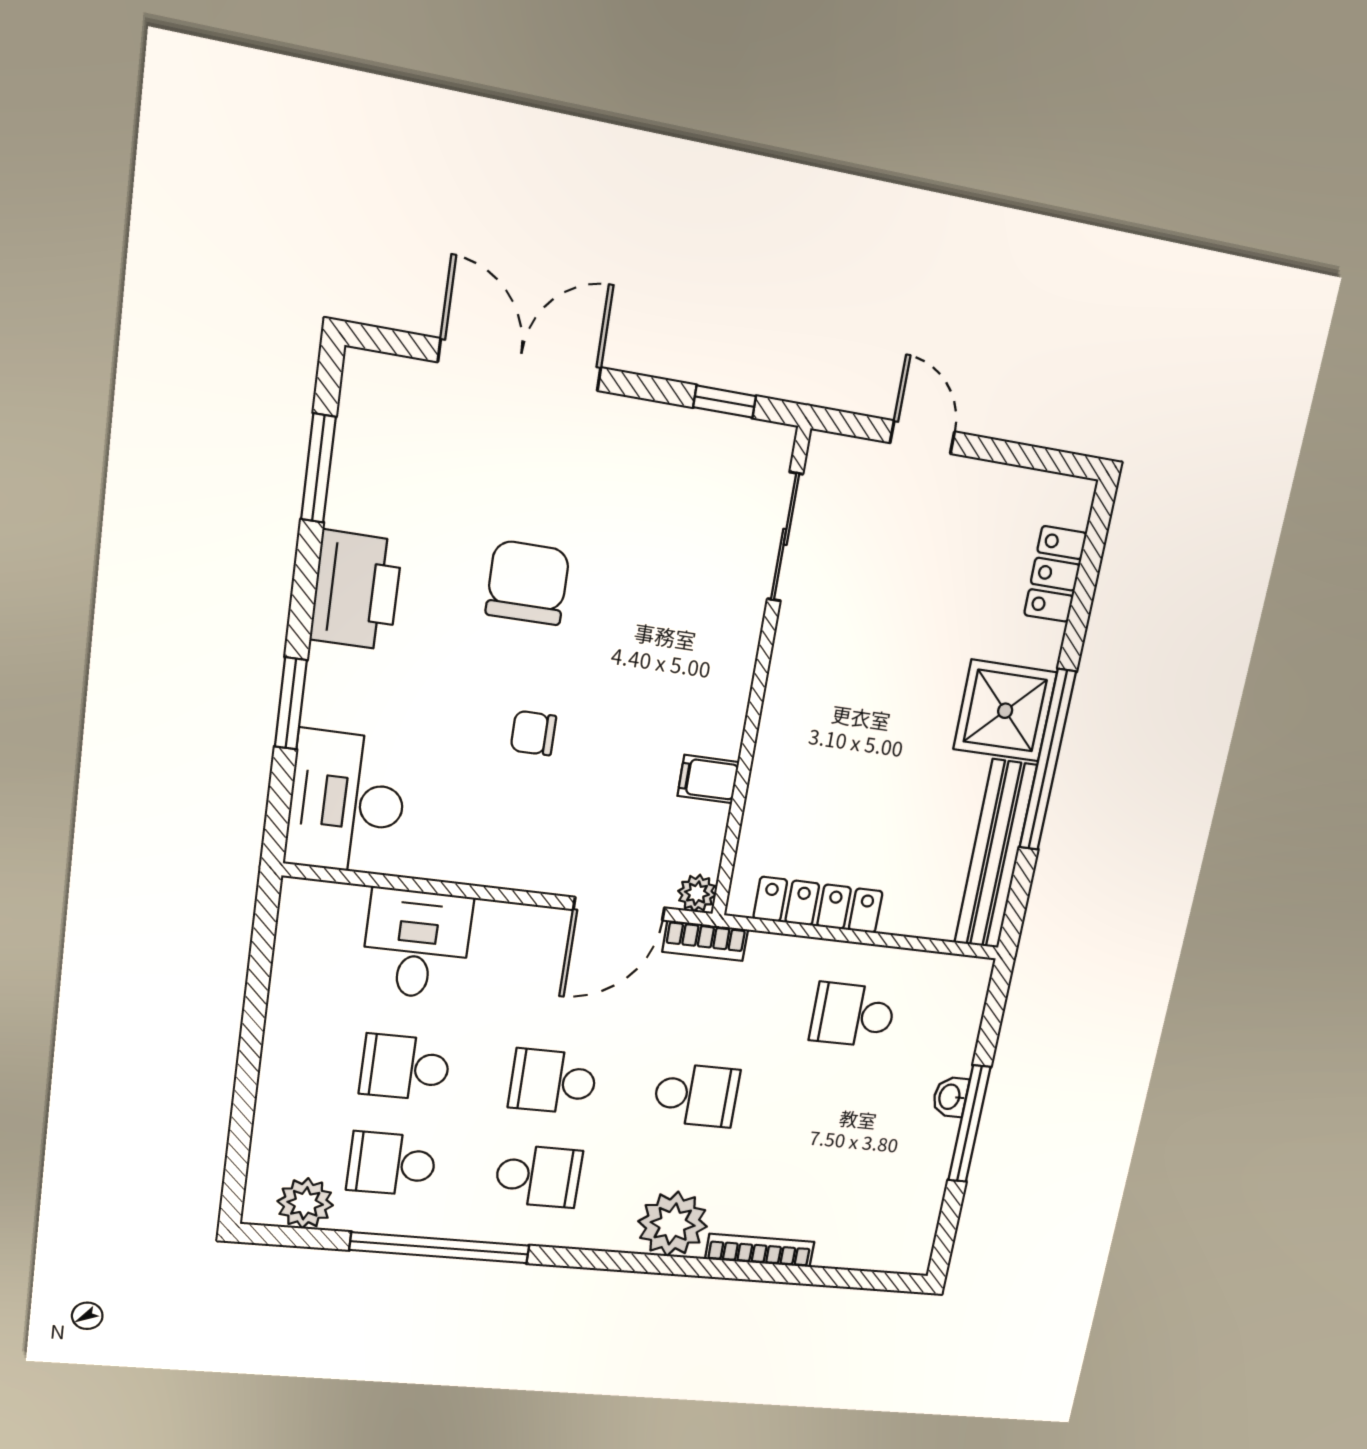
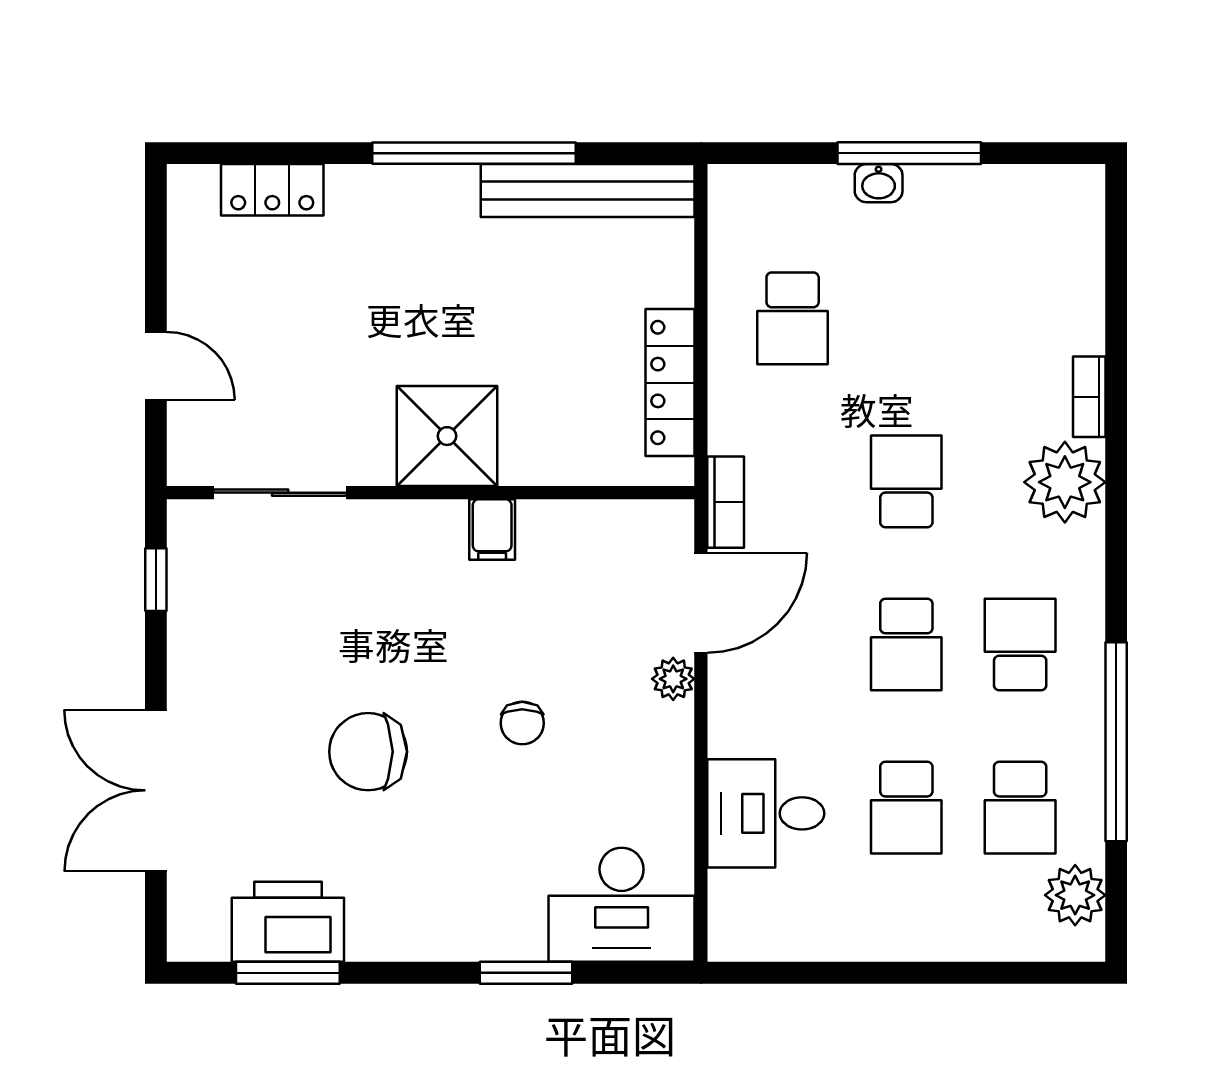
door: (922, 437) -> (156, 366), swing flipped
printer: (356, 590) -> (288, 922), moved
shower: (1005, 711) -> (447, 436), moved
filing cabinet: (708, 779) -> (492, 530), moved
plant: (697, 893) -> (673, 679), moved
door: (619, 909) -> (701, 603), hinge flipped
bookcase: (760, 1250) -> (1089, 397), width x0.64

